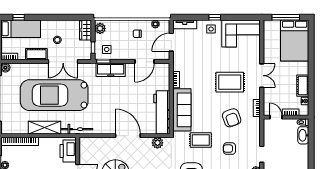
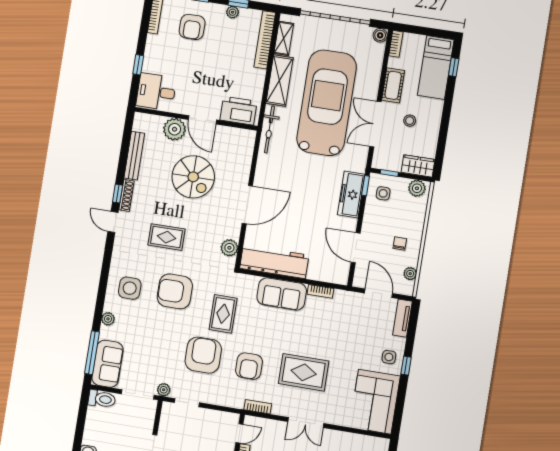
rug: (230, 82) -> (304, 372), turned 90
sofa: (182, 110) -> (282, 294), width x0.73
armchair: (232, 118) -> (249, 366), turned -70
shelving: (17, 129) -> (284, 38), added
armchair: (229, 149) -> (203, 355), width x1.88, depth x1.88

